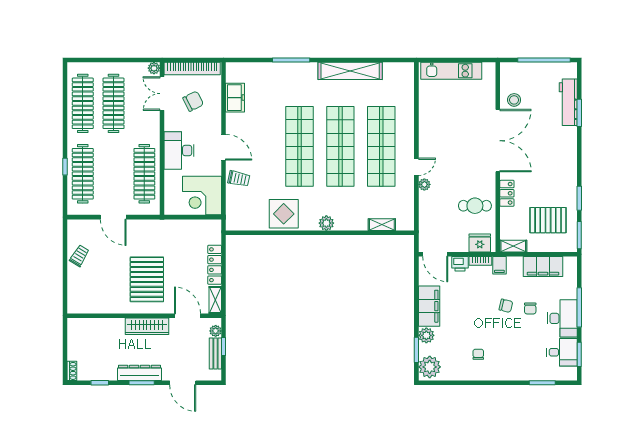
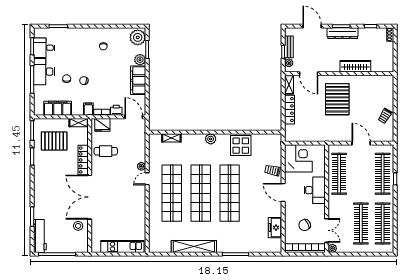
workbench: (568, 102) -> (40, 236), moved
locker: (507, 193) -> (83, 160), width x1.53
wardrobe: (147, 326) -> (355, 66), moved

